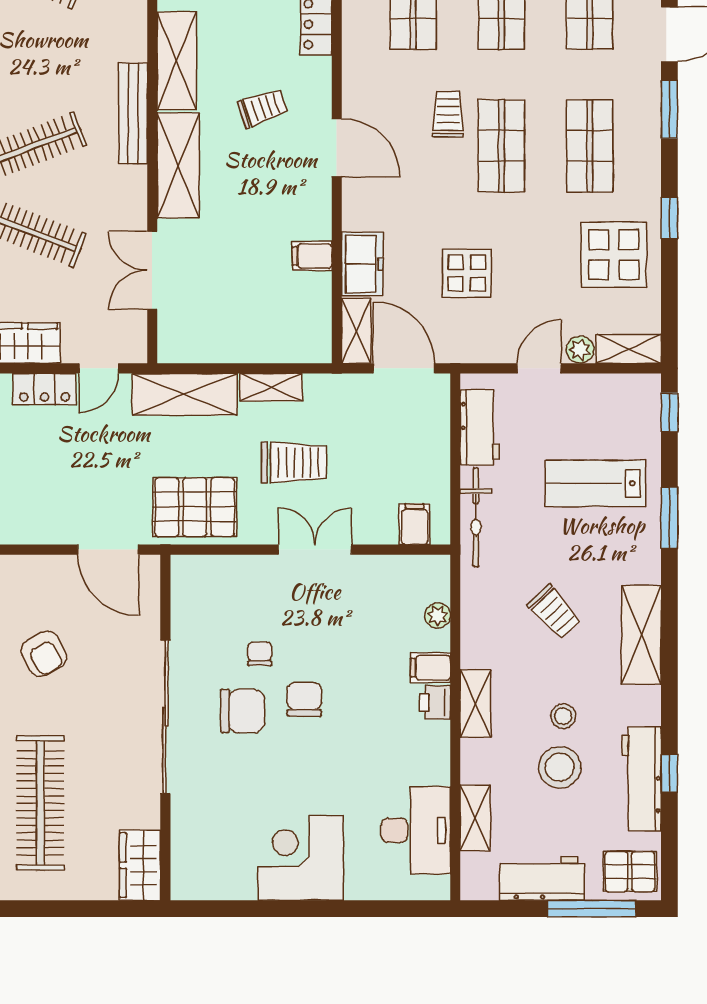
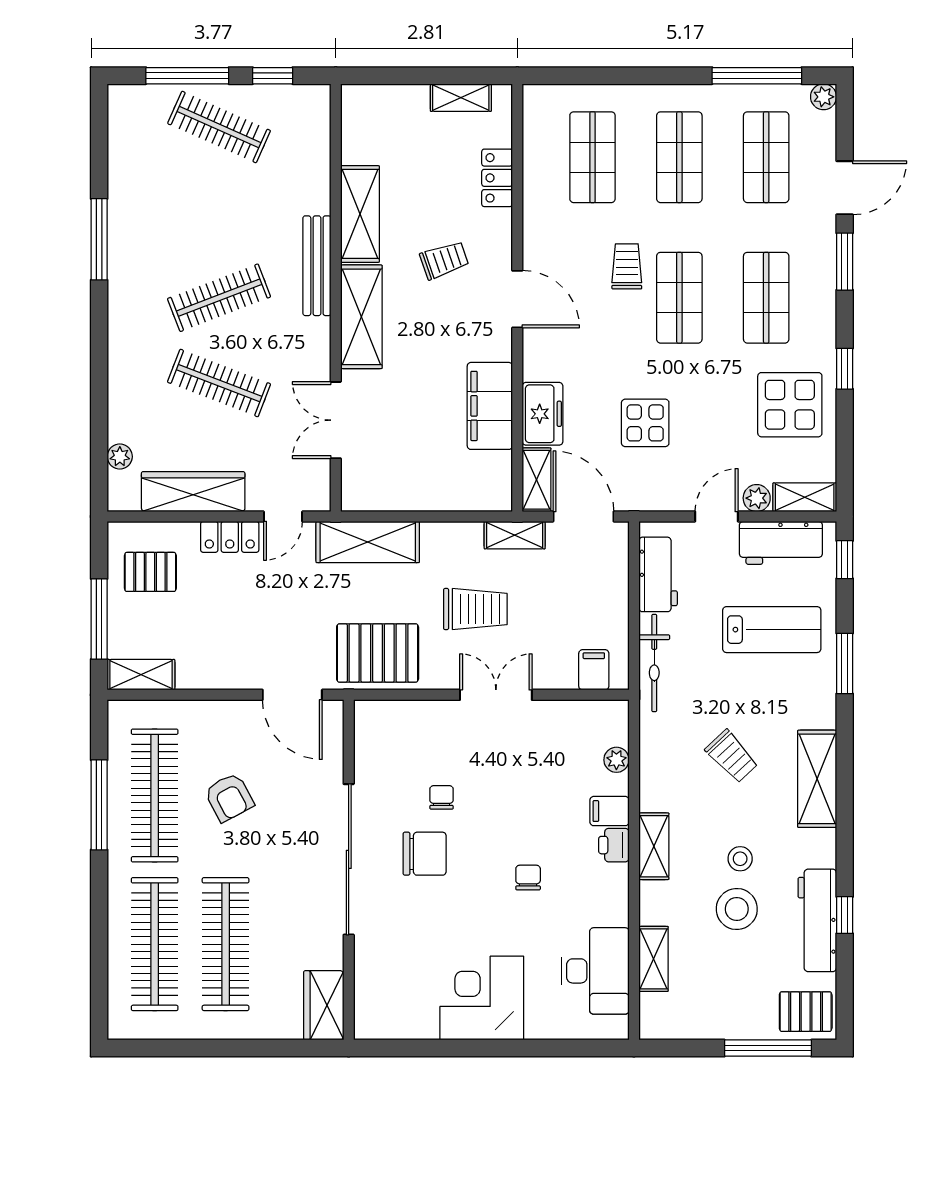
filing cabinet: (312, 256) -> (490, 406), width x3.00, depth x1.17
shelving: (271, 387) -> (515, 535), moved
lab bench: (595, 483) -> (772, 630), turned 180
chair: (304, 699) -> (528, 878), moved, width x0.73, depth x0.73
workbench: (542, 879) -> (781, 543), moved, turned 180

